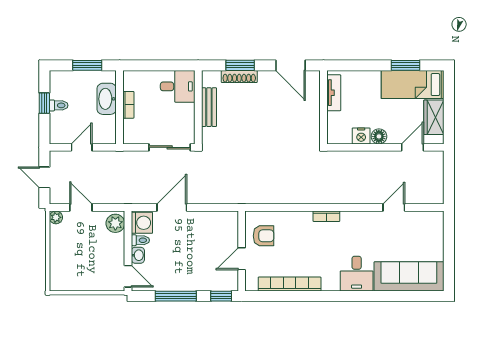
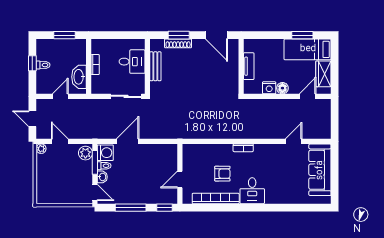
desk: (178, 86) -> (132, 62), moved
tv unit: (334, 93) -> (249, 66), moved
washbasin: (107, 99) -> (79, 77), moved
window: (128, 236) -> (95, 162), added
armchair: (263, 236) -> (222, 174), moved
desk: (357, 274) -> (252, 191), moved
sofa: (409, 276) -> (320, 170), moved, turned -90

